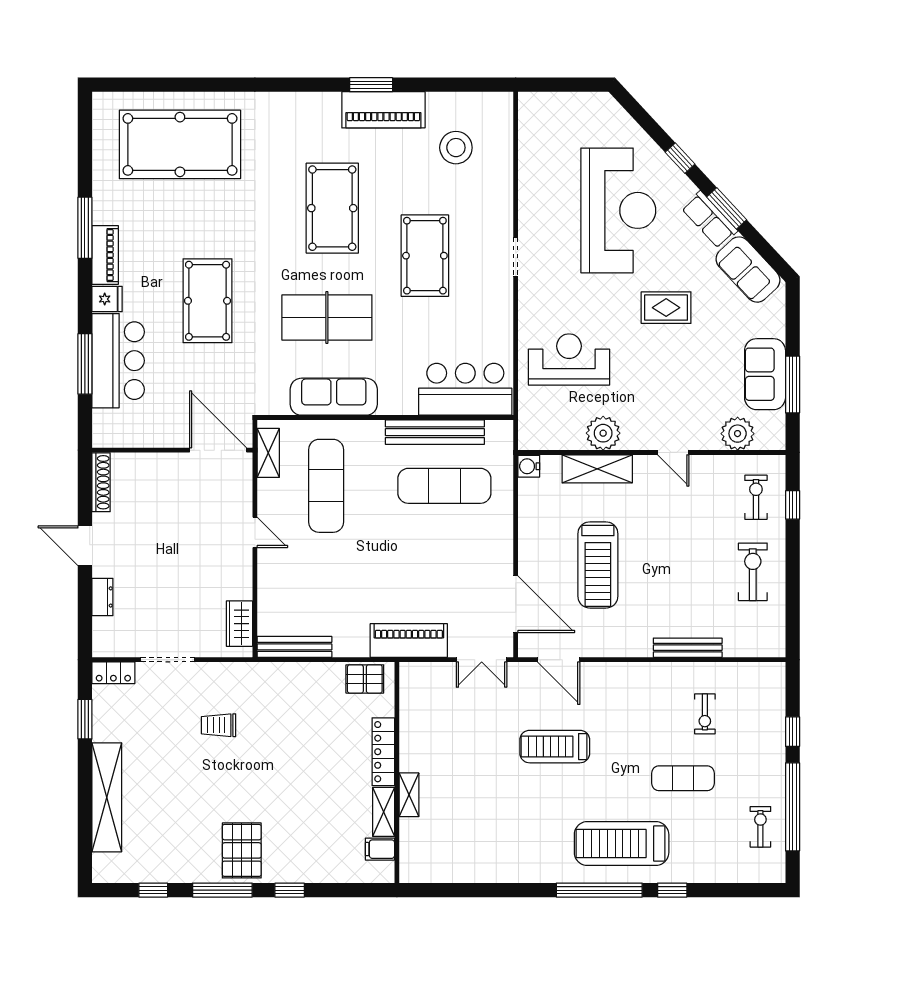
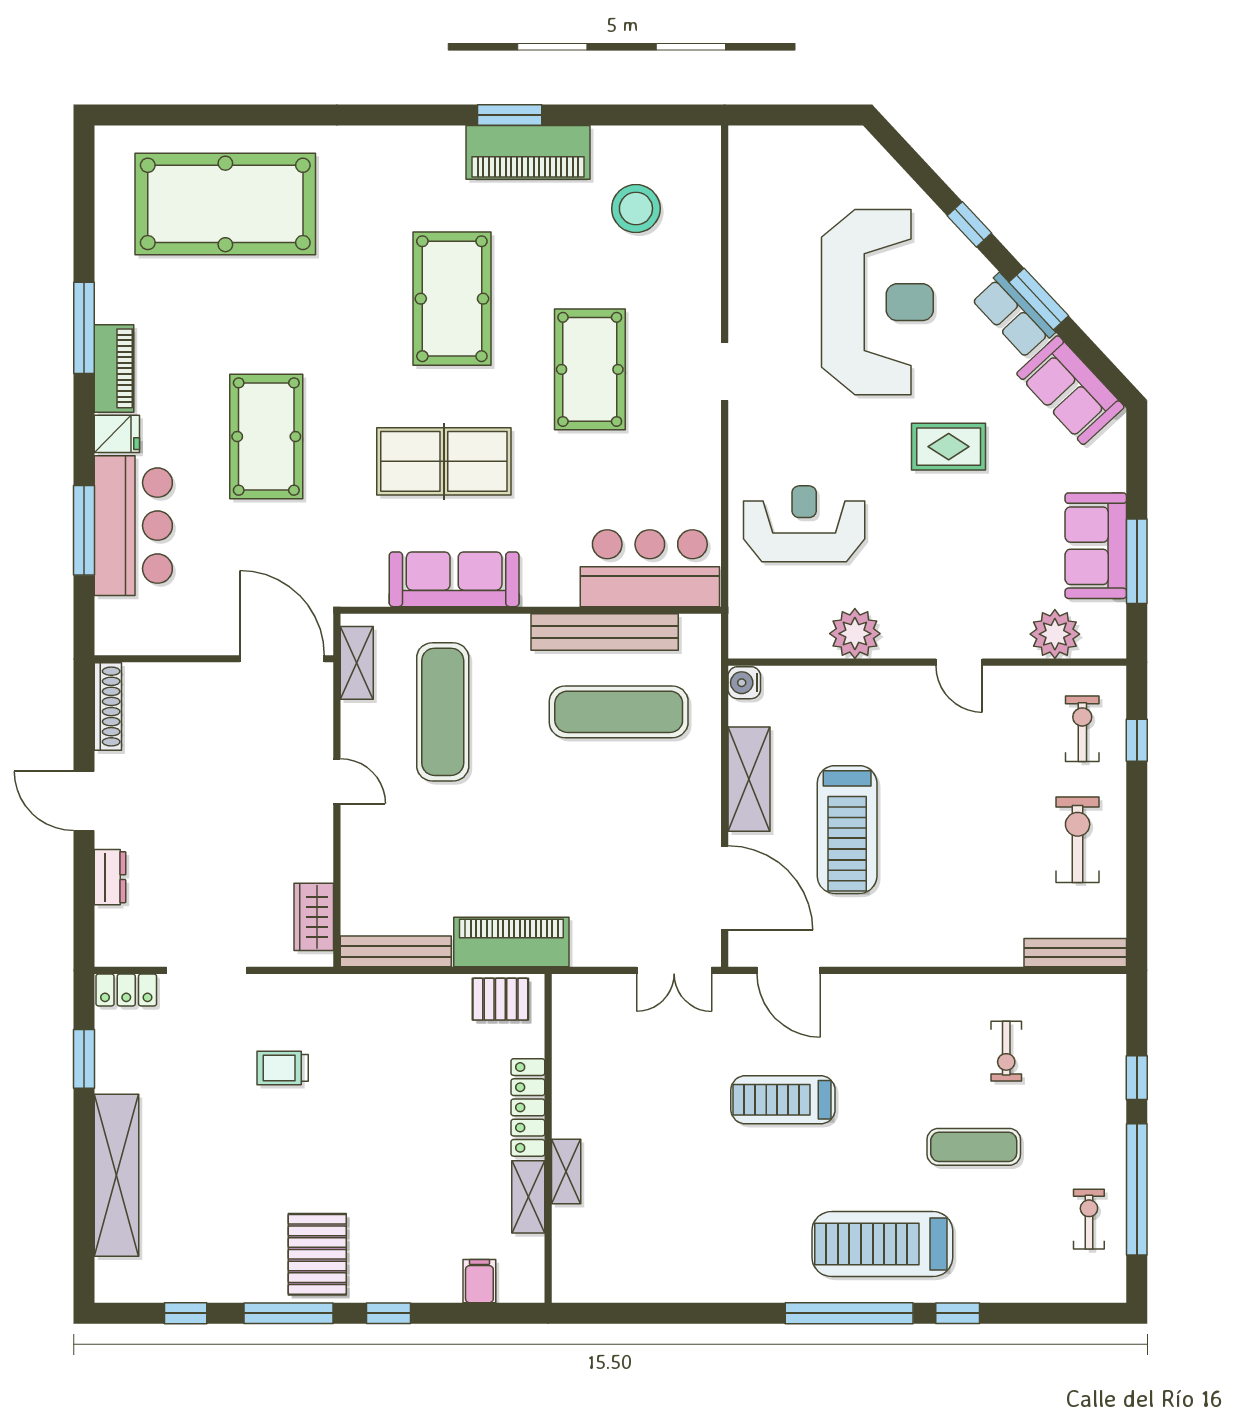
shelving: (597, 469) -> (749, 779), moved, turned 90
piano: (409, 641) -> (511, 942), moved
bench: (688, 648) -> (1075, 953), moved
filing cabinet: (380, 849) -> (479, 1281), moved, turned 90

